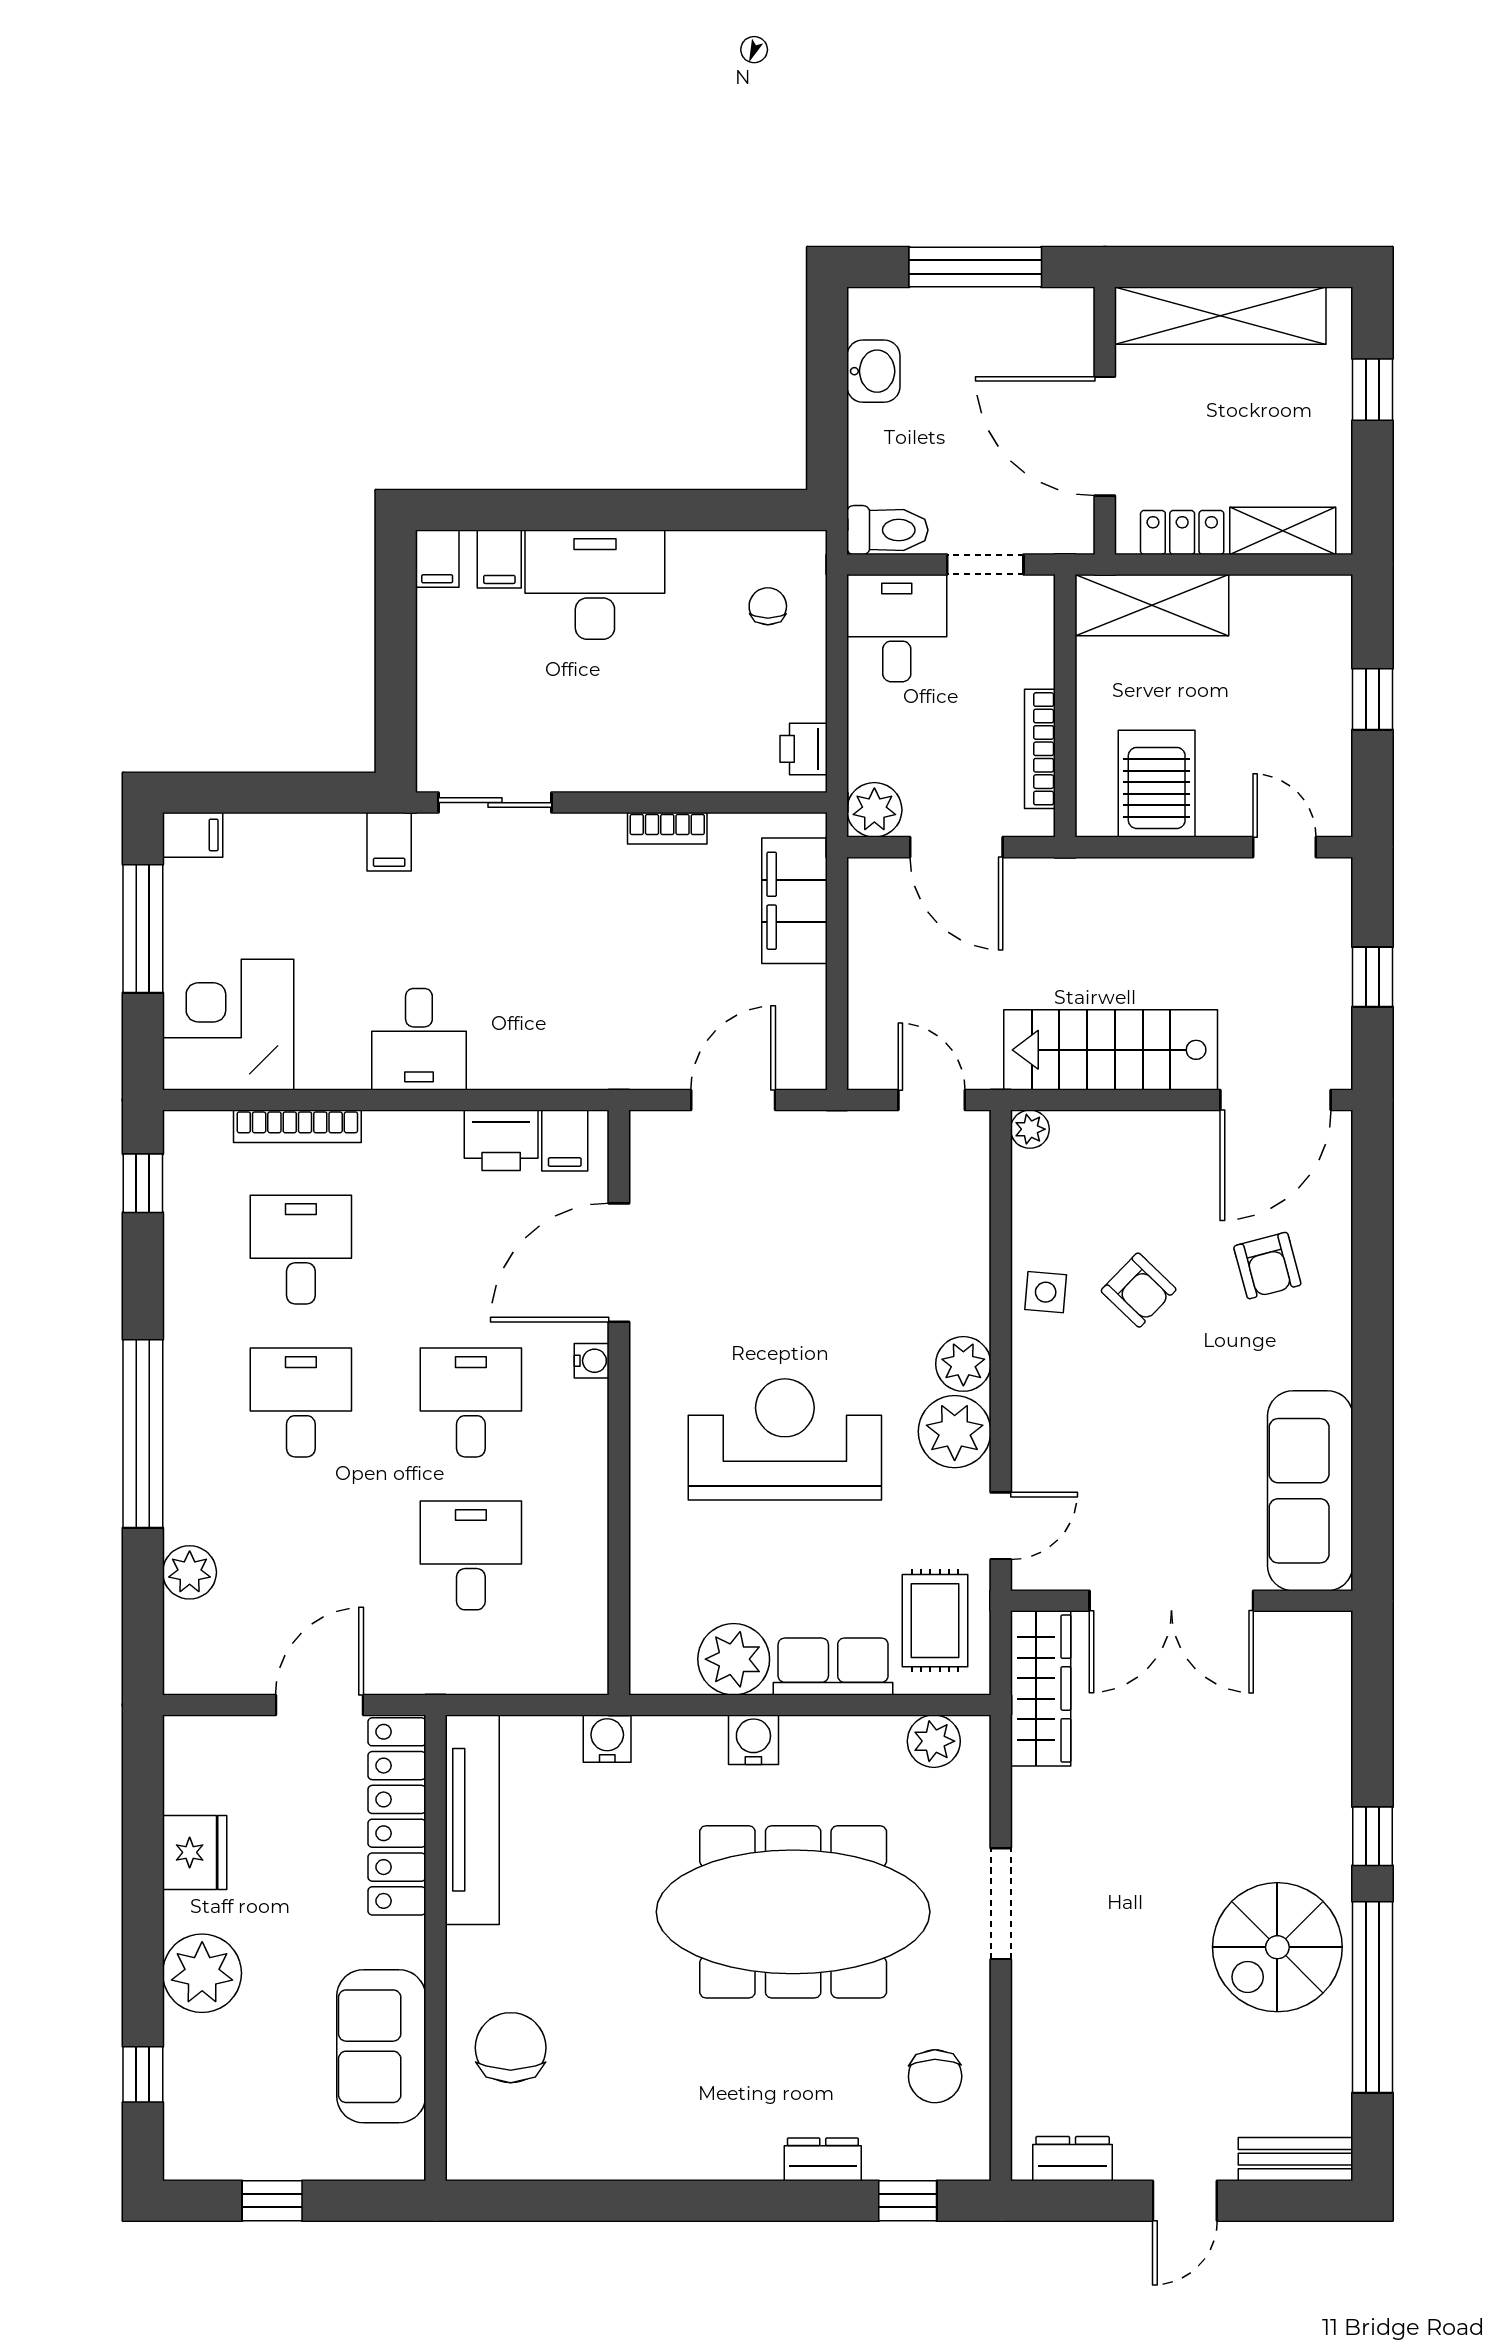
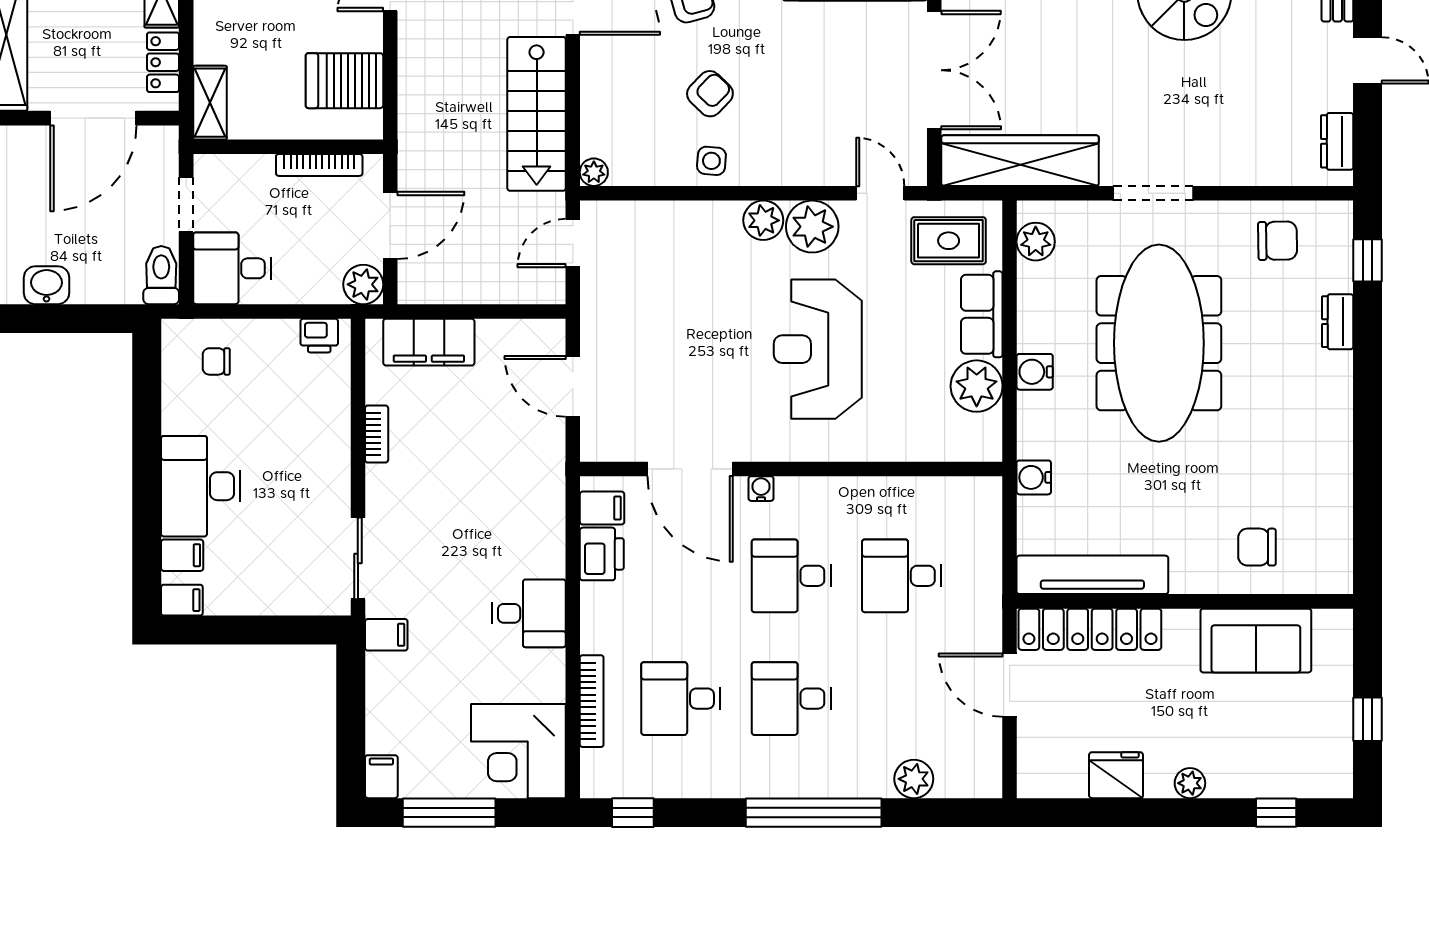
shelving: (1152, 605) -> (210, 103), width x0.67, depth x0.75
wardrobe: (1041, 1688) -> (1020, 161), width x1.40, depth x1.17
plant: (202, 1973) -> (1190, 783), width x0.53, depth x0.53
chair: (511, 2048) -> (1257, 547), width x0.73, depth x0.73

